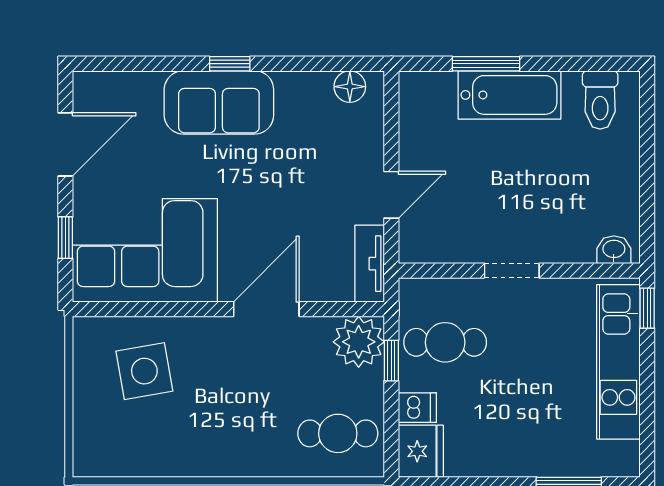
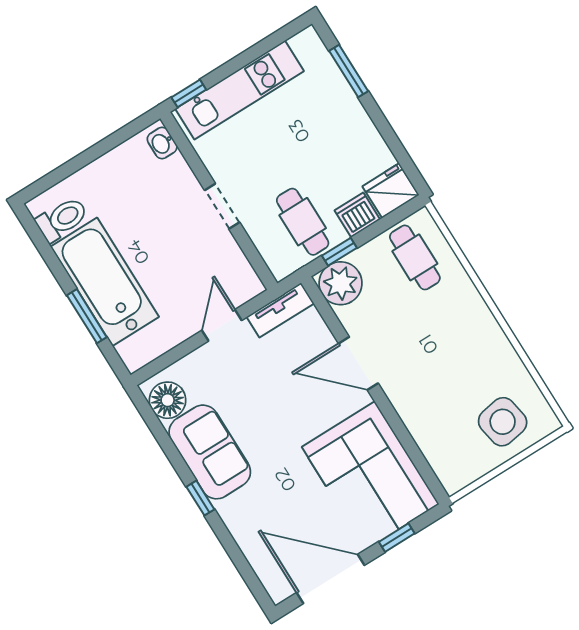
floor lamp: (350, 87) -> (168, 400), width x1.38, depth x1.38
bathtub: (510, 95) -> (105, 282), width x1.36, depth x1.36
sofa: (219, 102) -> (210, 452), moved
door: (65, 144) -> (331, 579), width x1.36
door: (391, 195) -> (222, 325), hinge flipped
side table: (144, 371) -> (503, 422), moved
dishwasher: (417, 408) -> (357, 215), width x1.38

